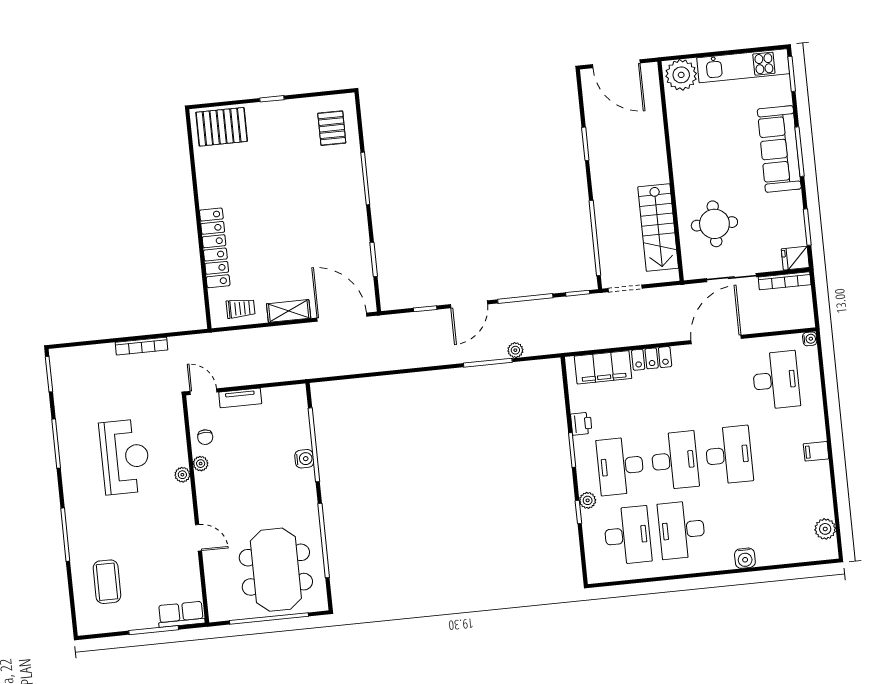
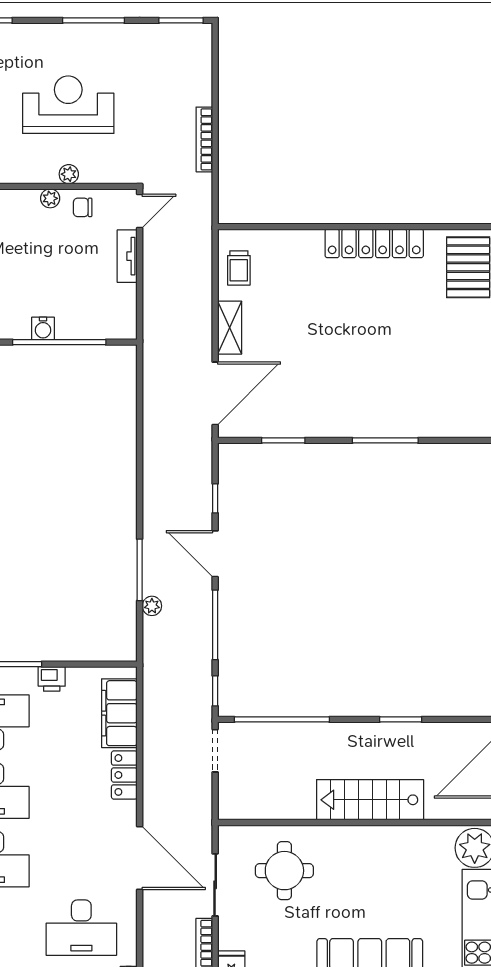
pallet: (332, 128) -> (452, 405), removed
stairs: (658, 228) -> (370, 800), moved
locker: (215, 248) -> (374, 243), moved
reception desk: (125, 457) -> (68, 105), turned 180
plant: (182, 475) -> (69, 174), moved

